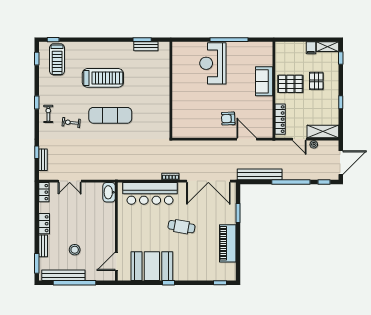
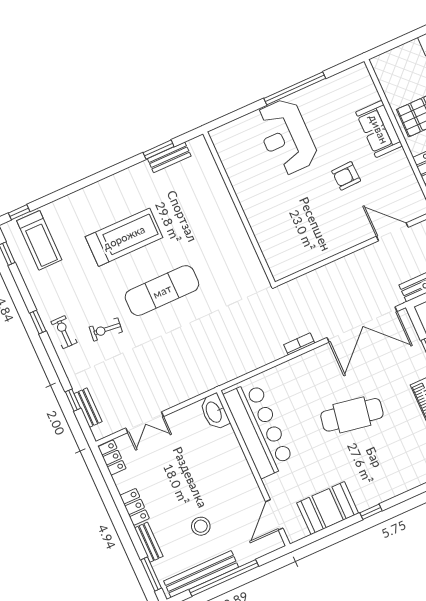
armchair: (228, 119) -> (346, 176), moved
bar counter: (150, 193) -> (259, 429), moved, turned -90
cafe table: (181, 227) -> (352, 415), width x1.37, depth x1.35
booth: (152, 266) -> (328, 508), width x0.73, depth x0.70

